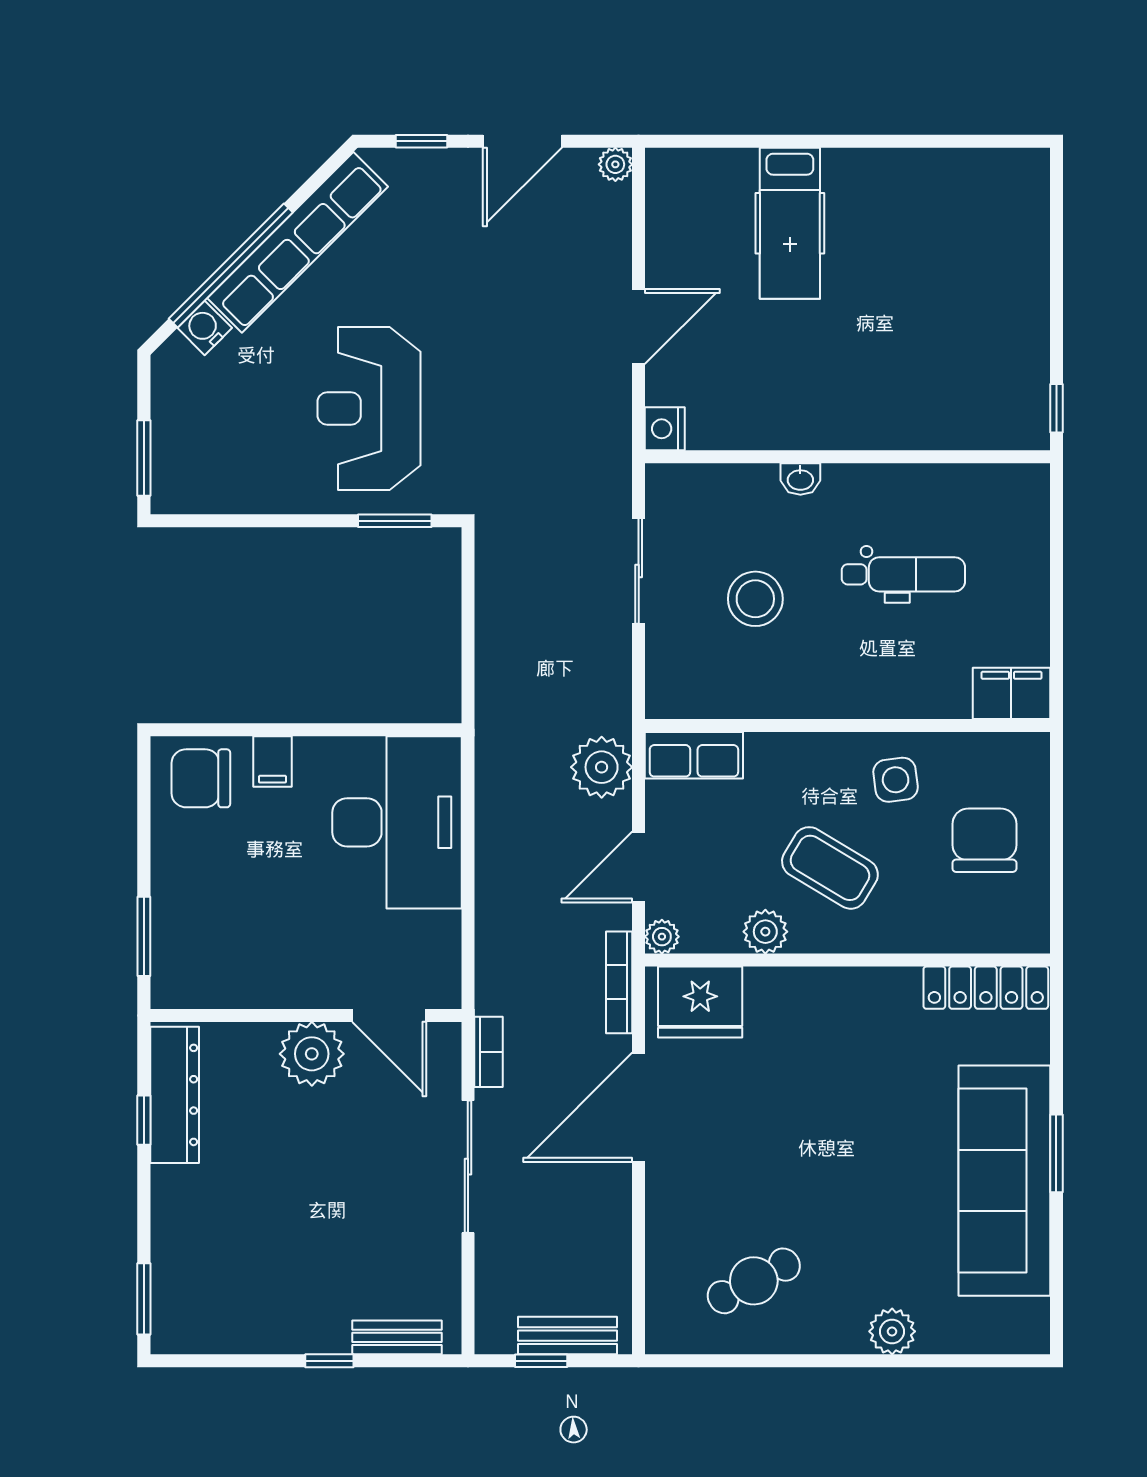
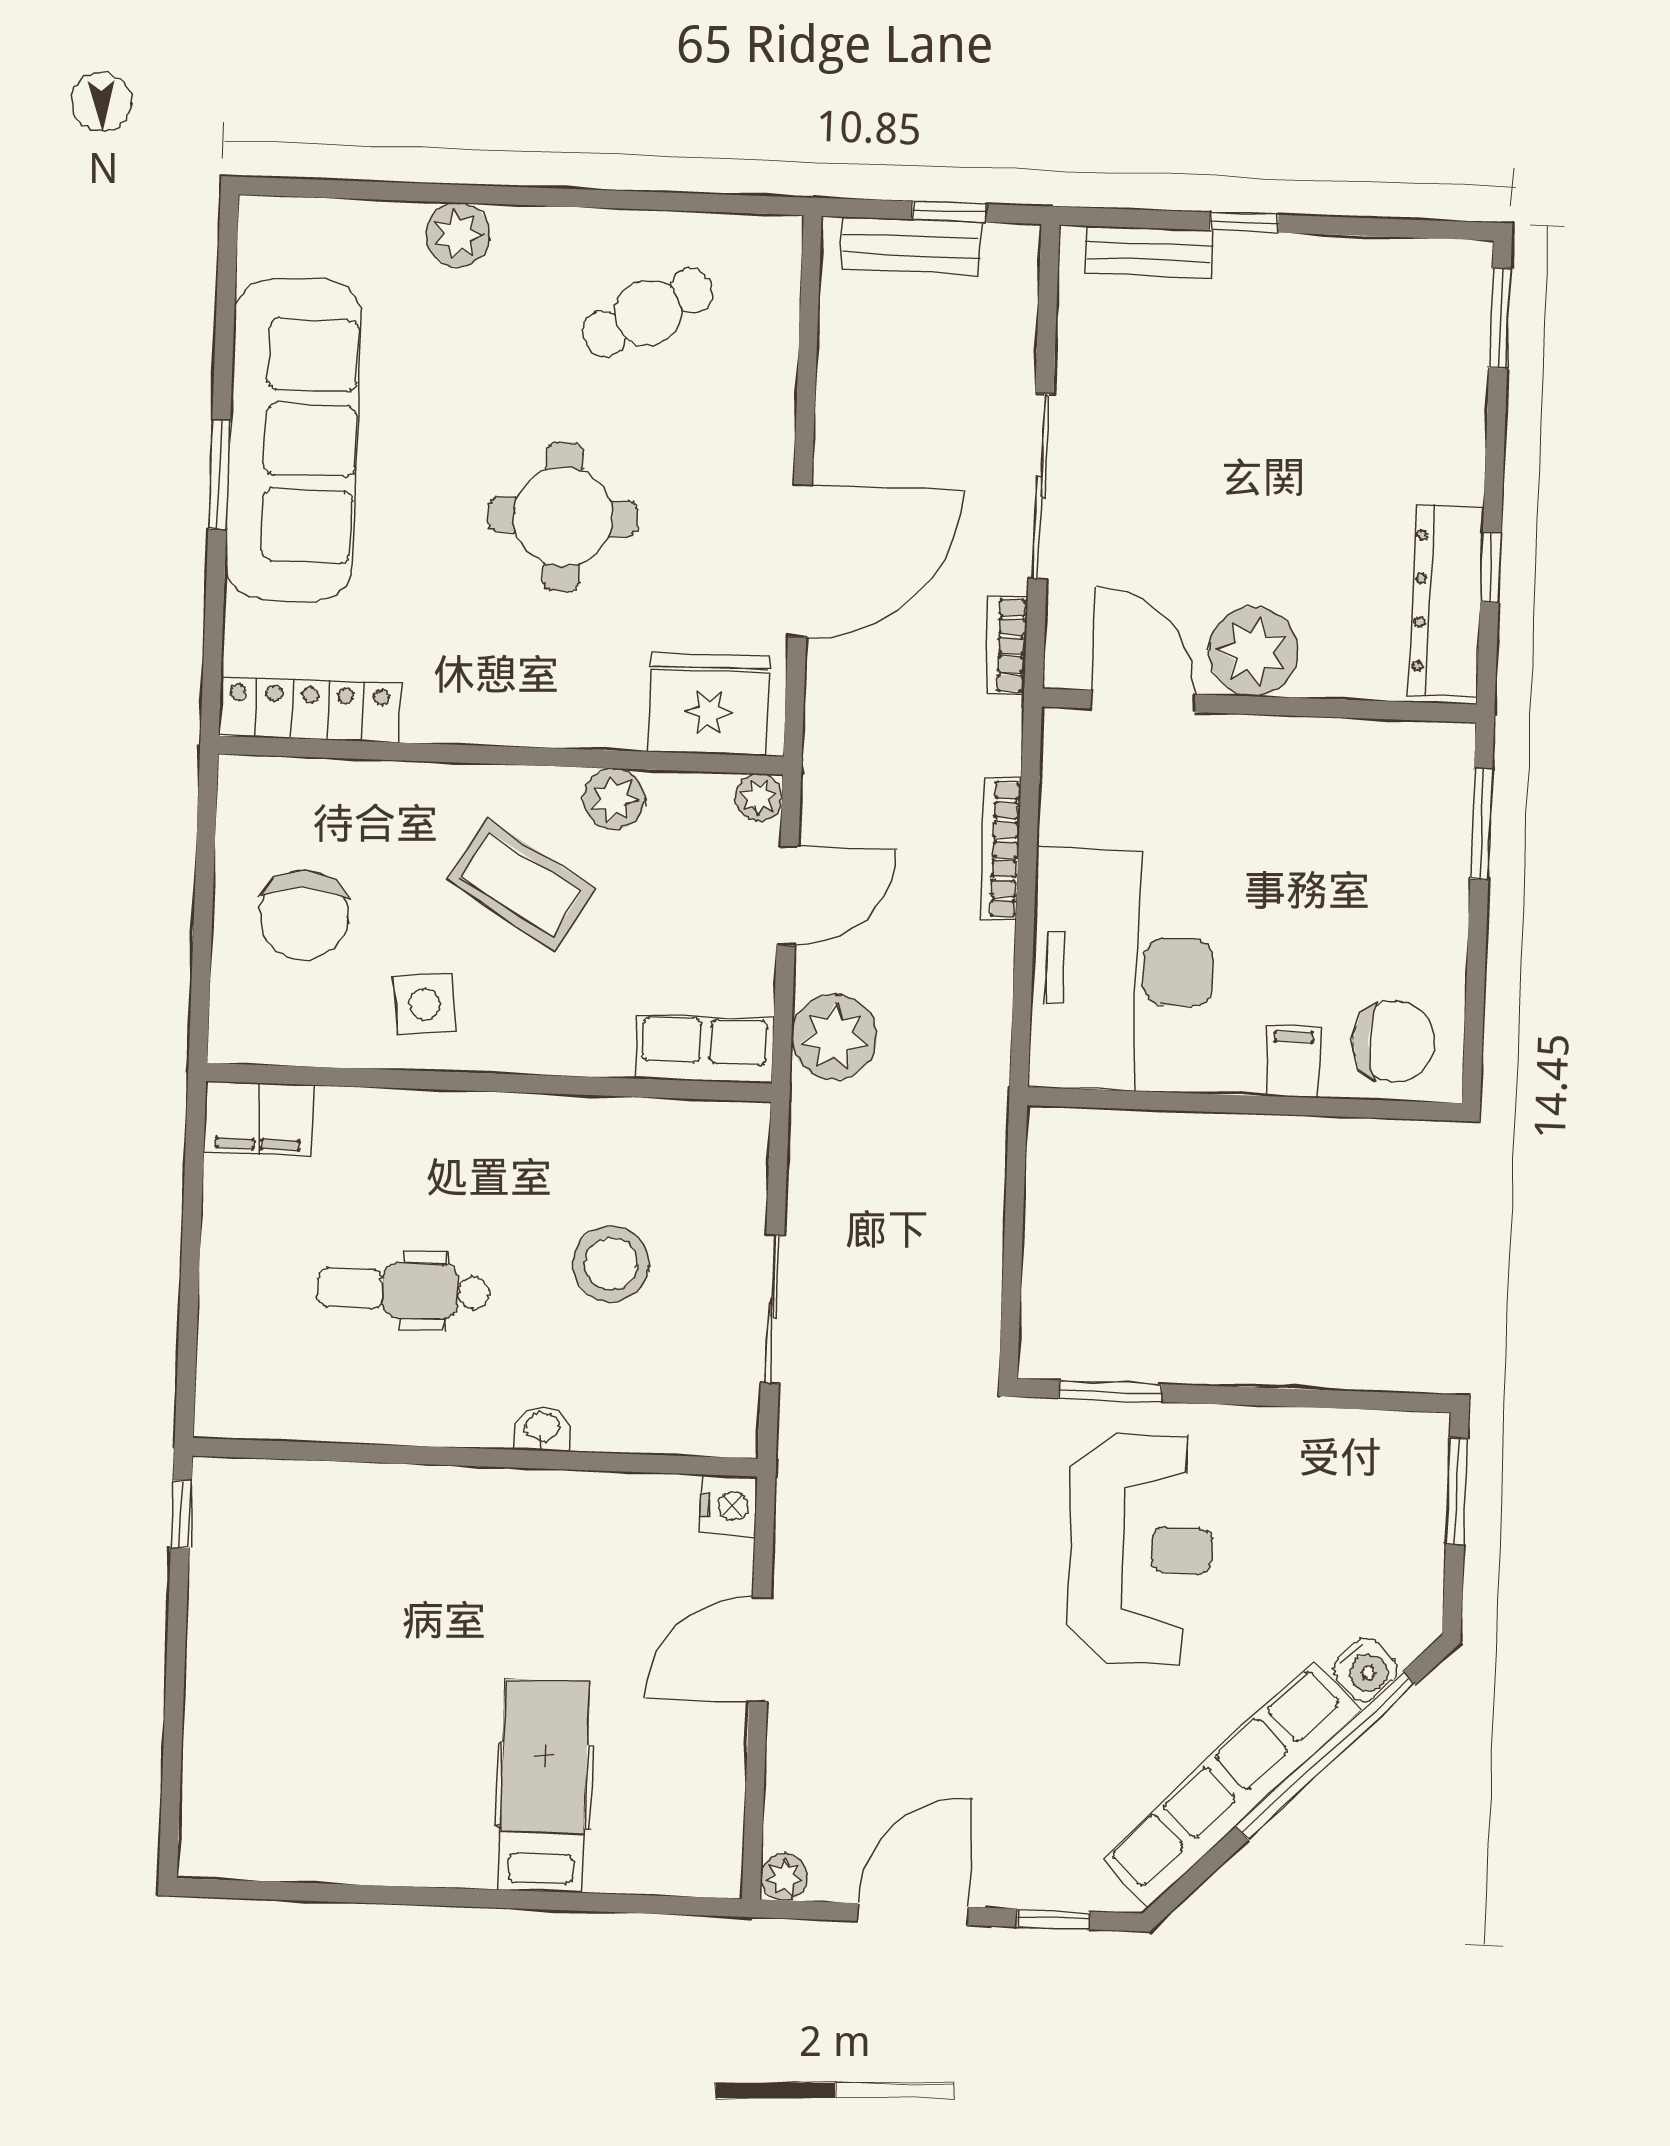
bookcase: (619, 982) -> (1000, 849), moved, turned 180
round table: (809, 1132) -> (563, 517), added

